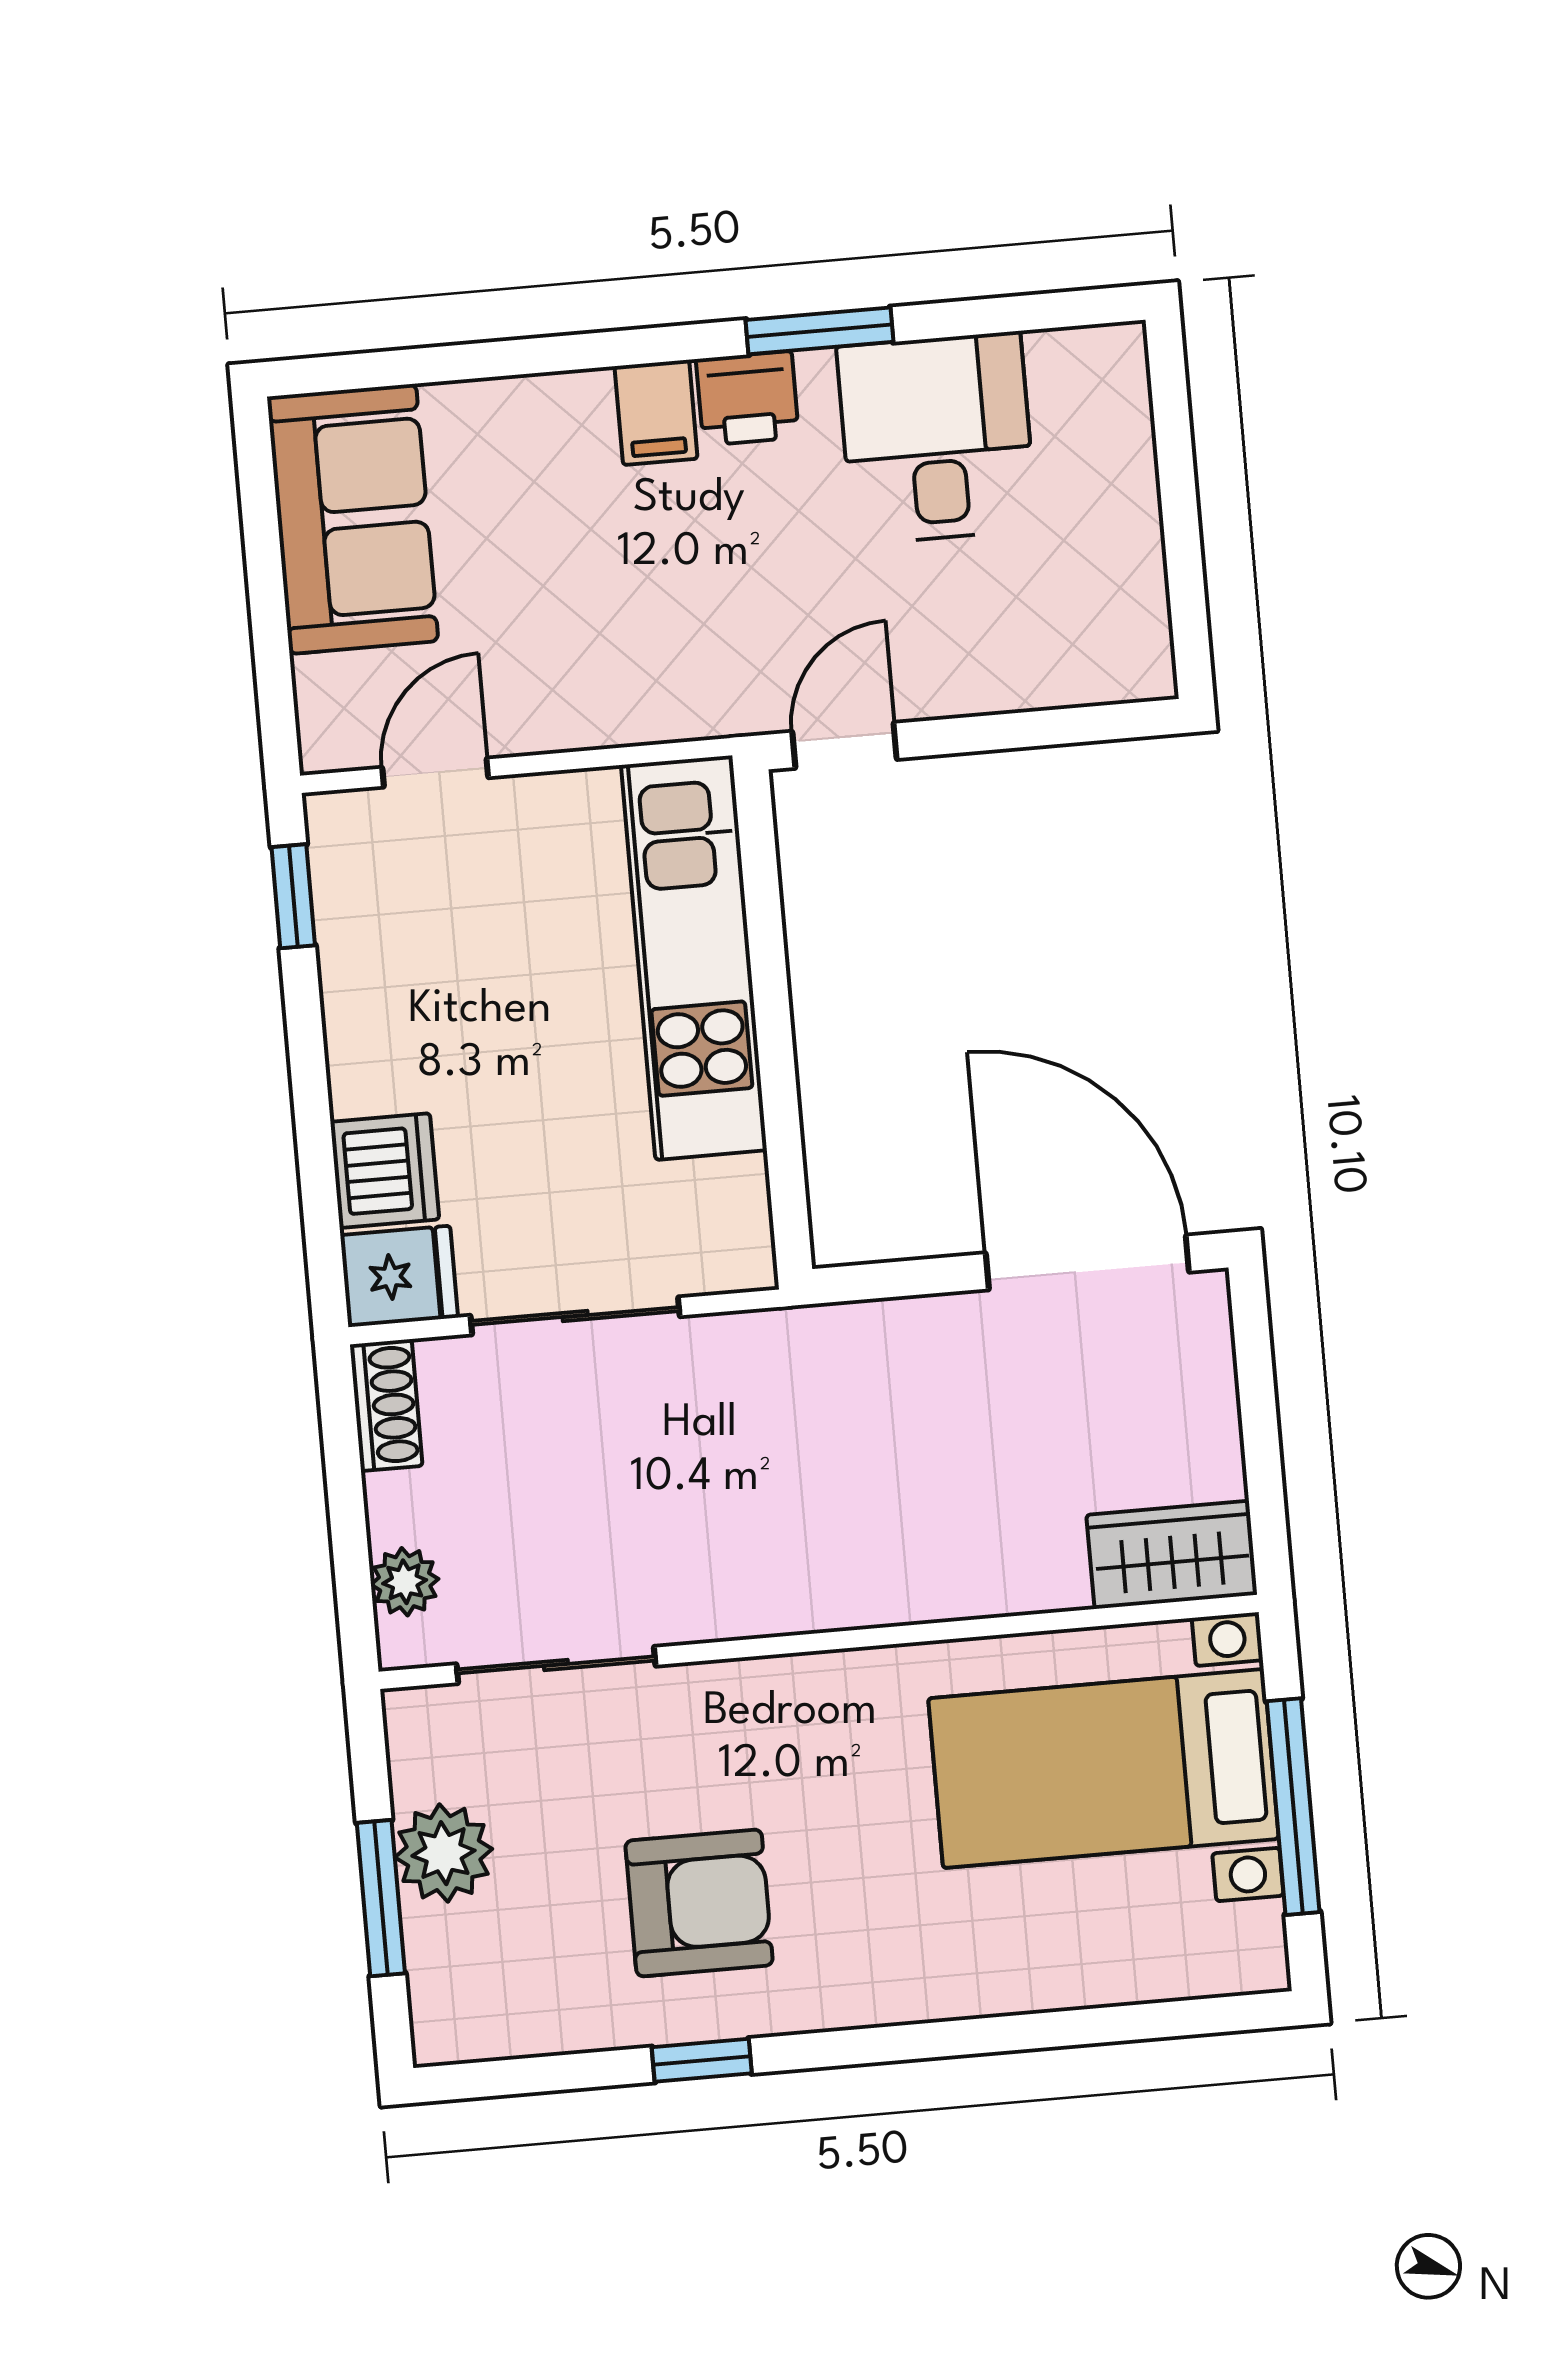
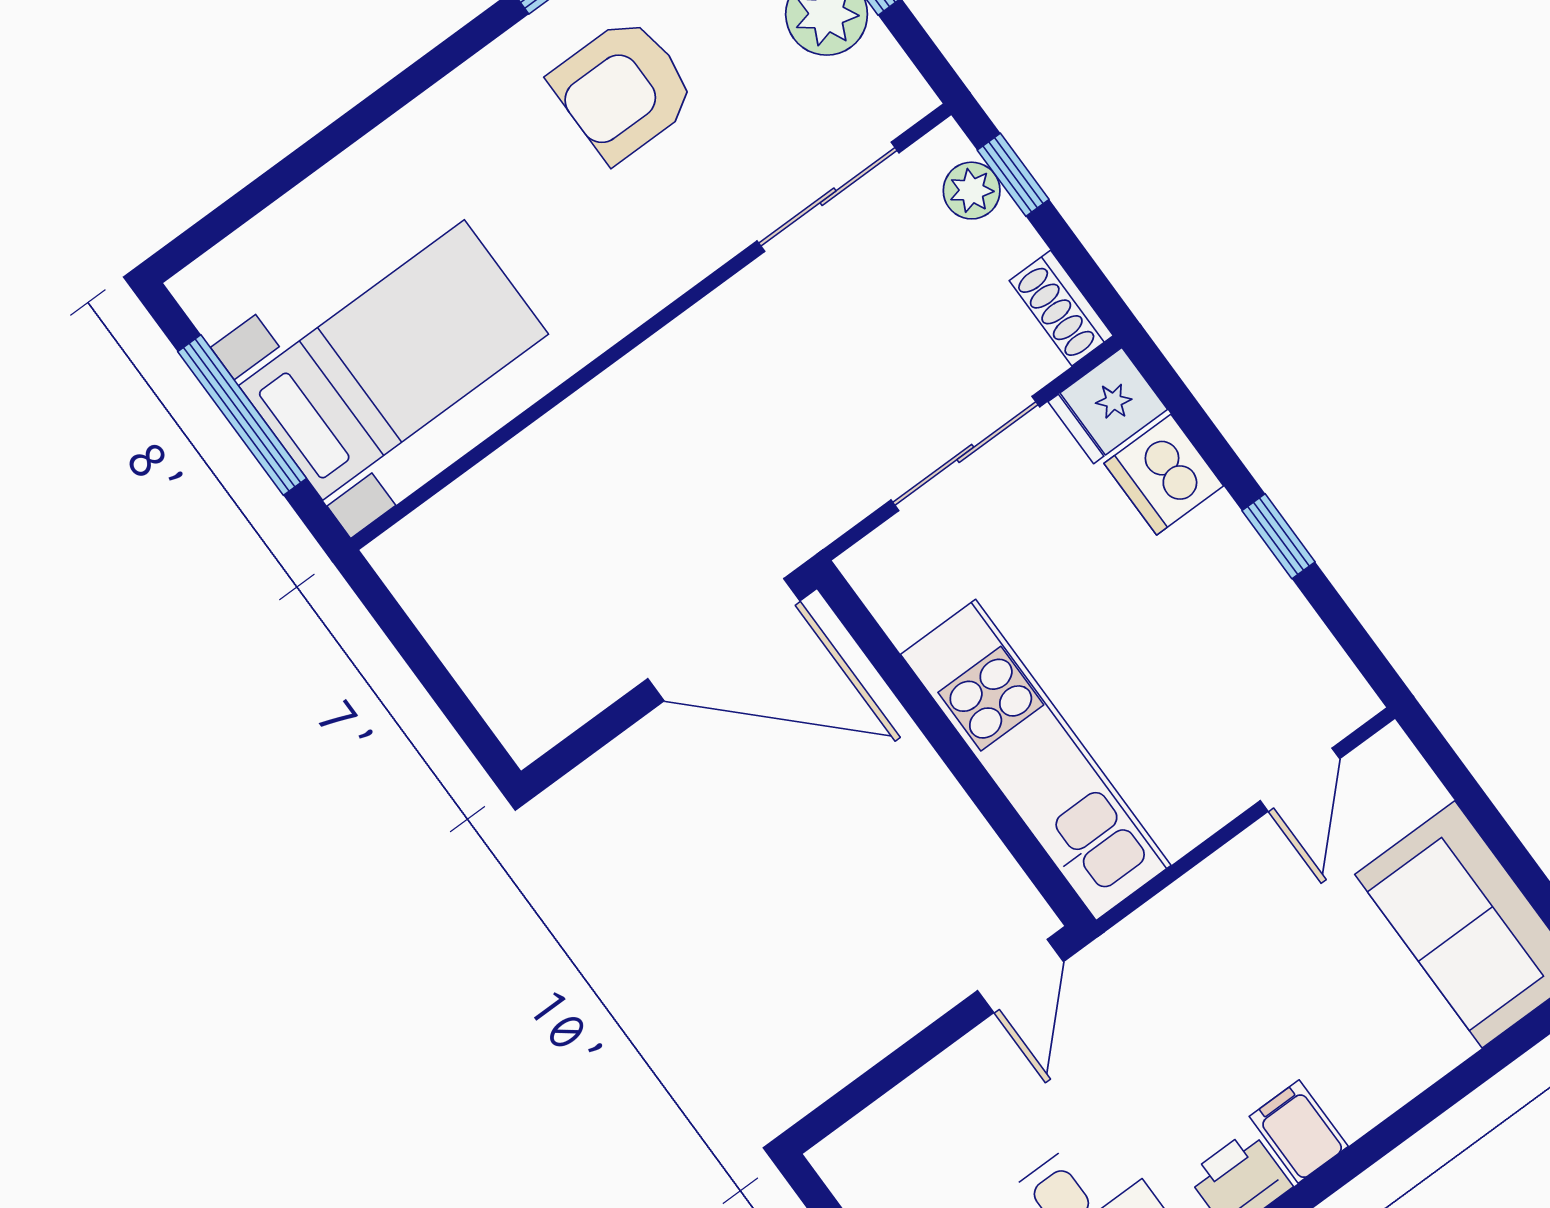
window: (293, 896) -> (1279, 536), moved
door: (1087, 1262) -> (724, 640), moved
wardrobe: (1172, 1555) -> (437, 542), removed
window: (352, 1572) -> (1013, 175), added

